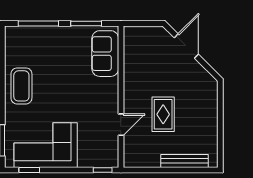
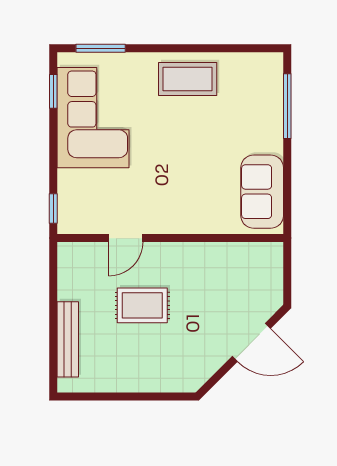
window: (86, 24) -> (287, 182), removed
sofa: (105, 54) -> (262, 192), moved, turned -90
door: (121, 125) -> (126, 238), hinge flipped

